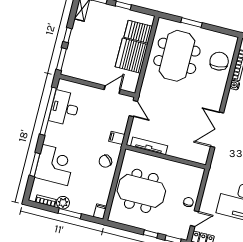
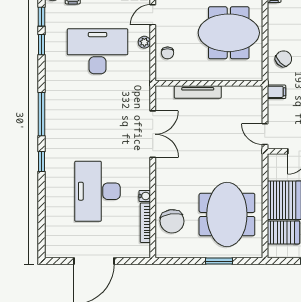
tv unit: (149, 146) -> (198, 92), moved
plant: (206, 200) -> (144, 42), added
chair: (188, 202) -> (168, 53), moved

